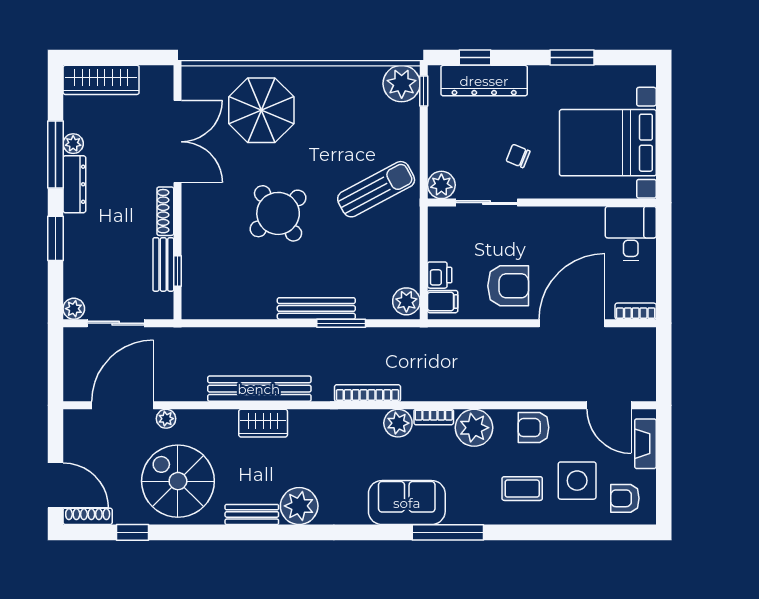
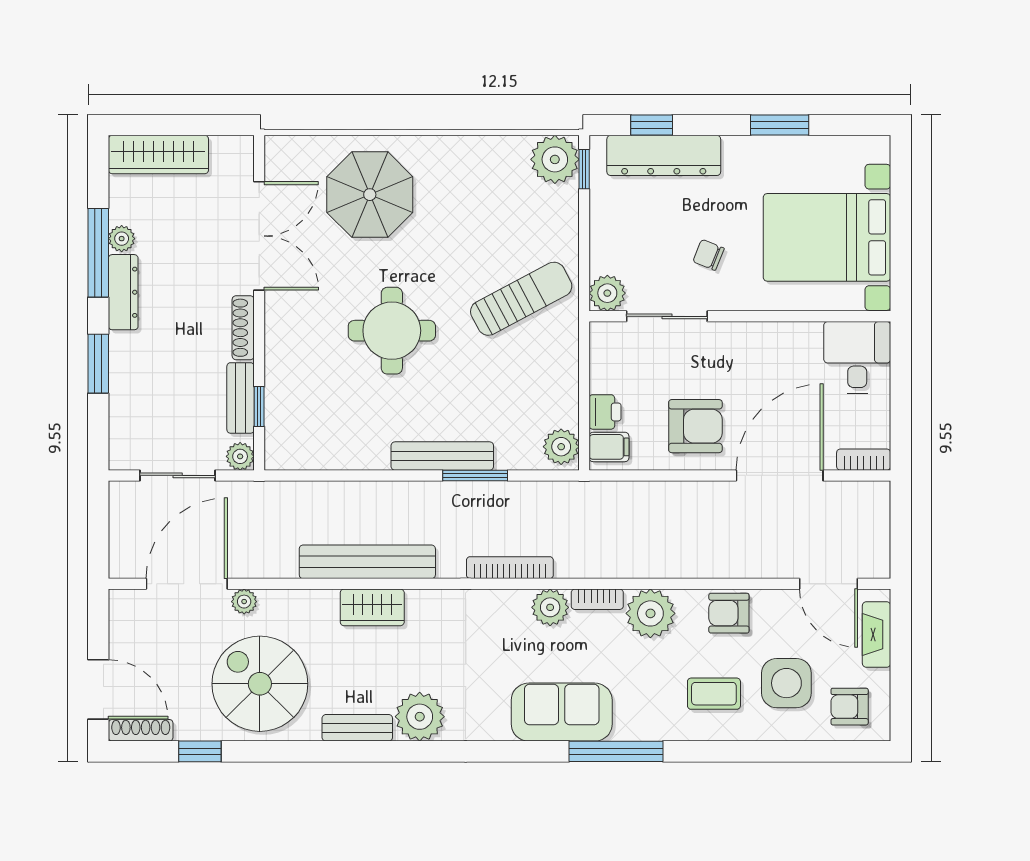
round table: (278, 213) -> (392, 331), turned 38
plant: (74, 309) -> (240, 456), moved

